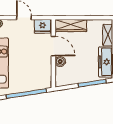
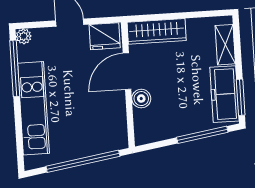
door: (53, 46) -> (127, 71), swing flipped

